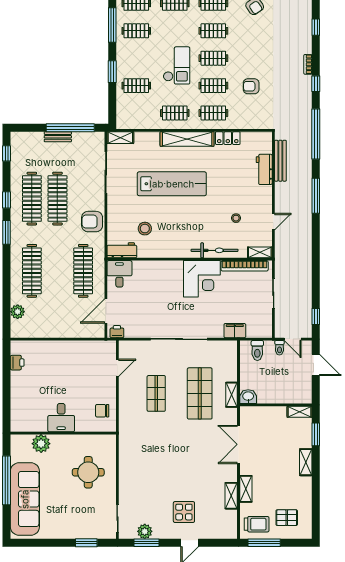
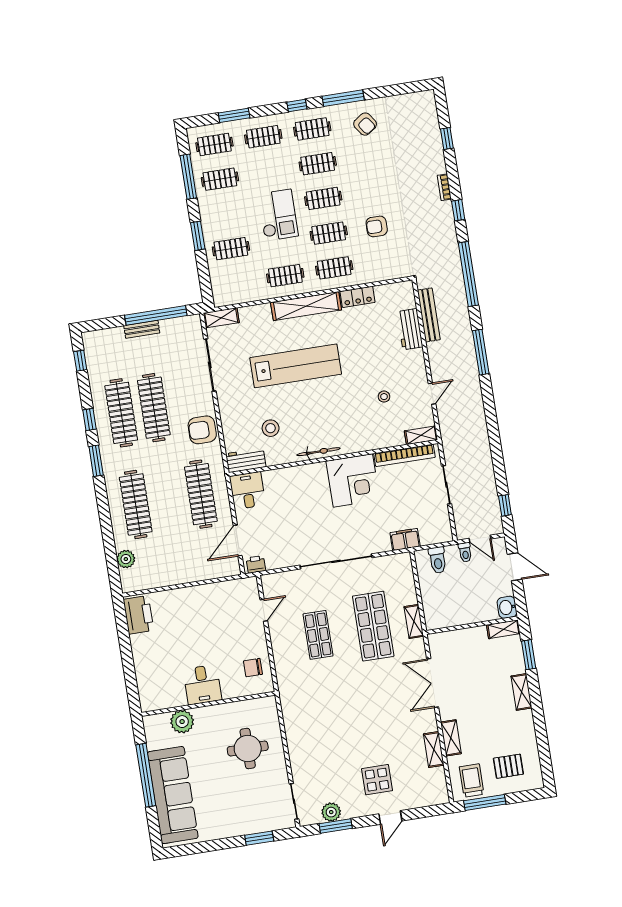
bicycle: (215, 250) -> (318, 452), moved, width x0.73, depth x0.71
printer: (17, 363) -> (138, 615), width x1.87, depth x1.48
washbasin: (248, 397) -> (507, 607), moved, turned -90
trolley: (257, 524) -> (472, 780), turned -90

